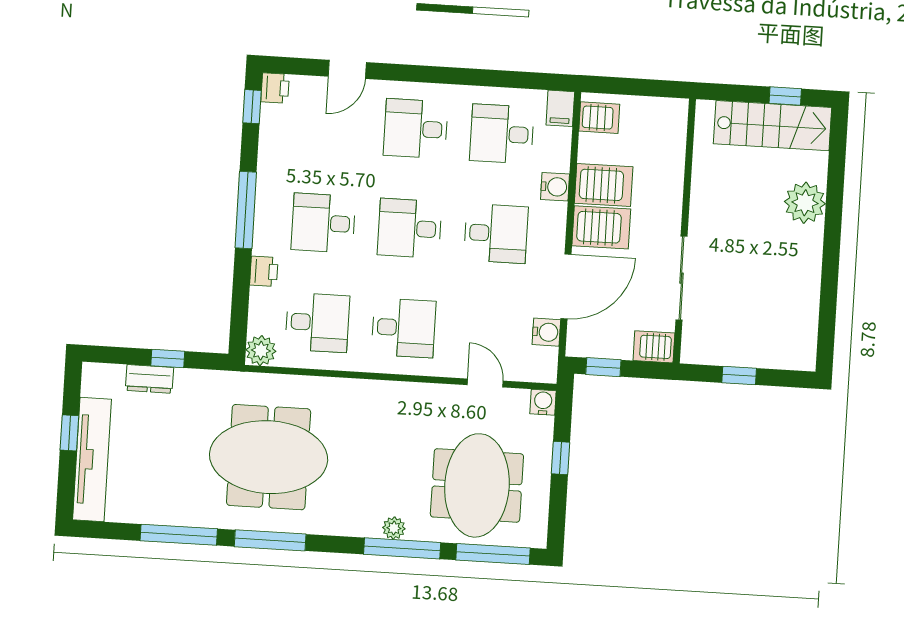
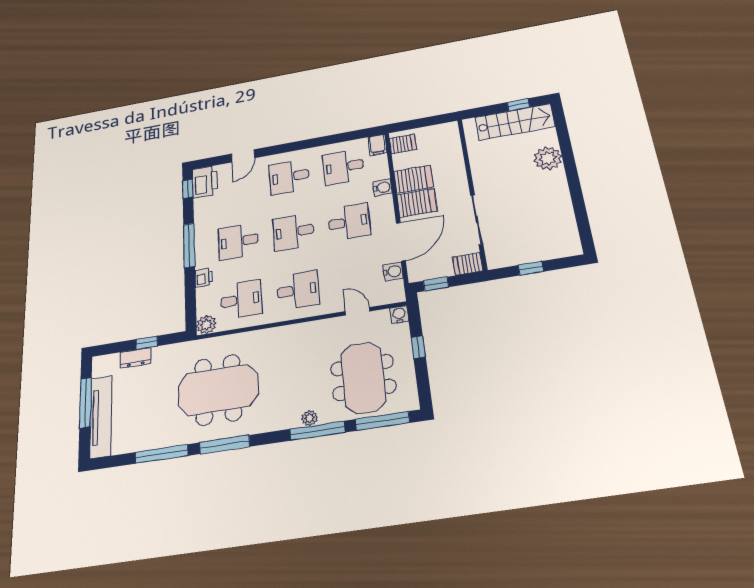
printer: (275, 88) -> (205, 182), width x1.87, depth x1.48
window: (69, 433) -> (85, 403), width x2.17

